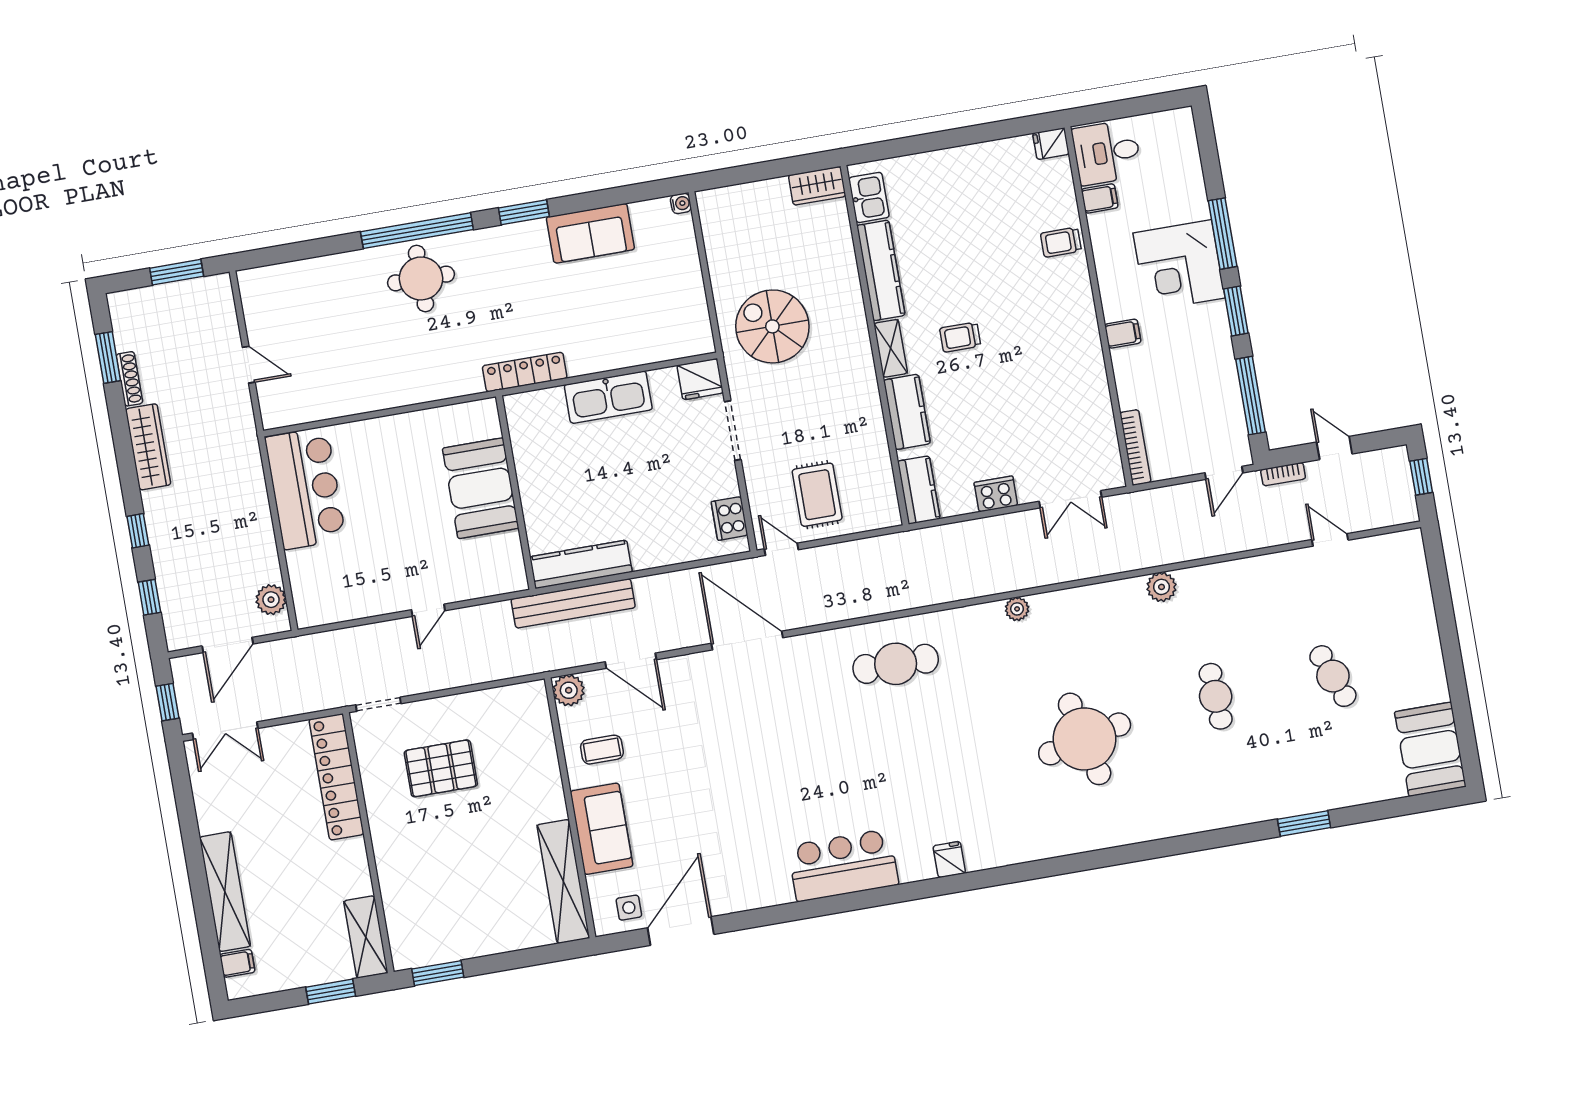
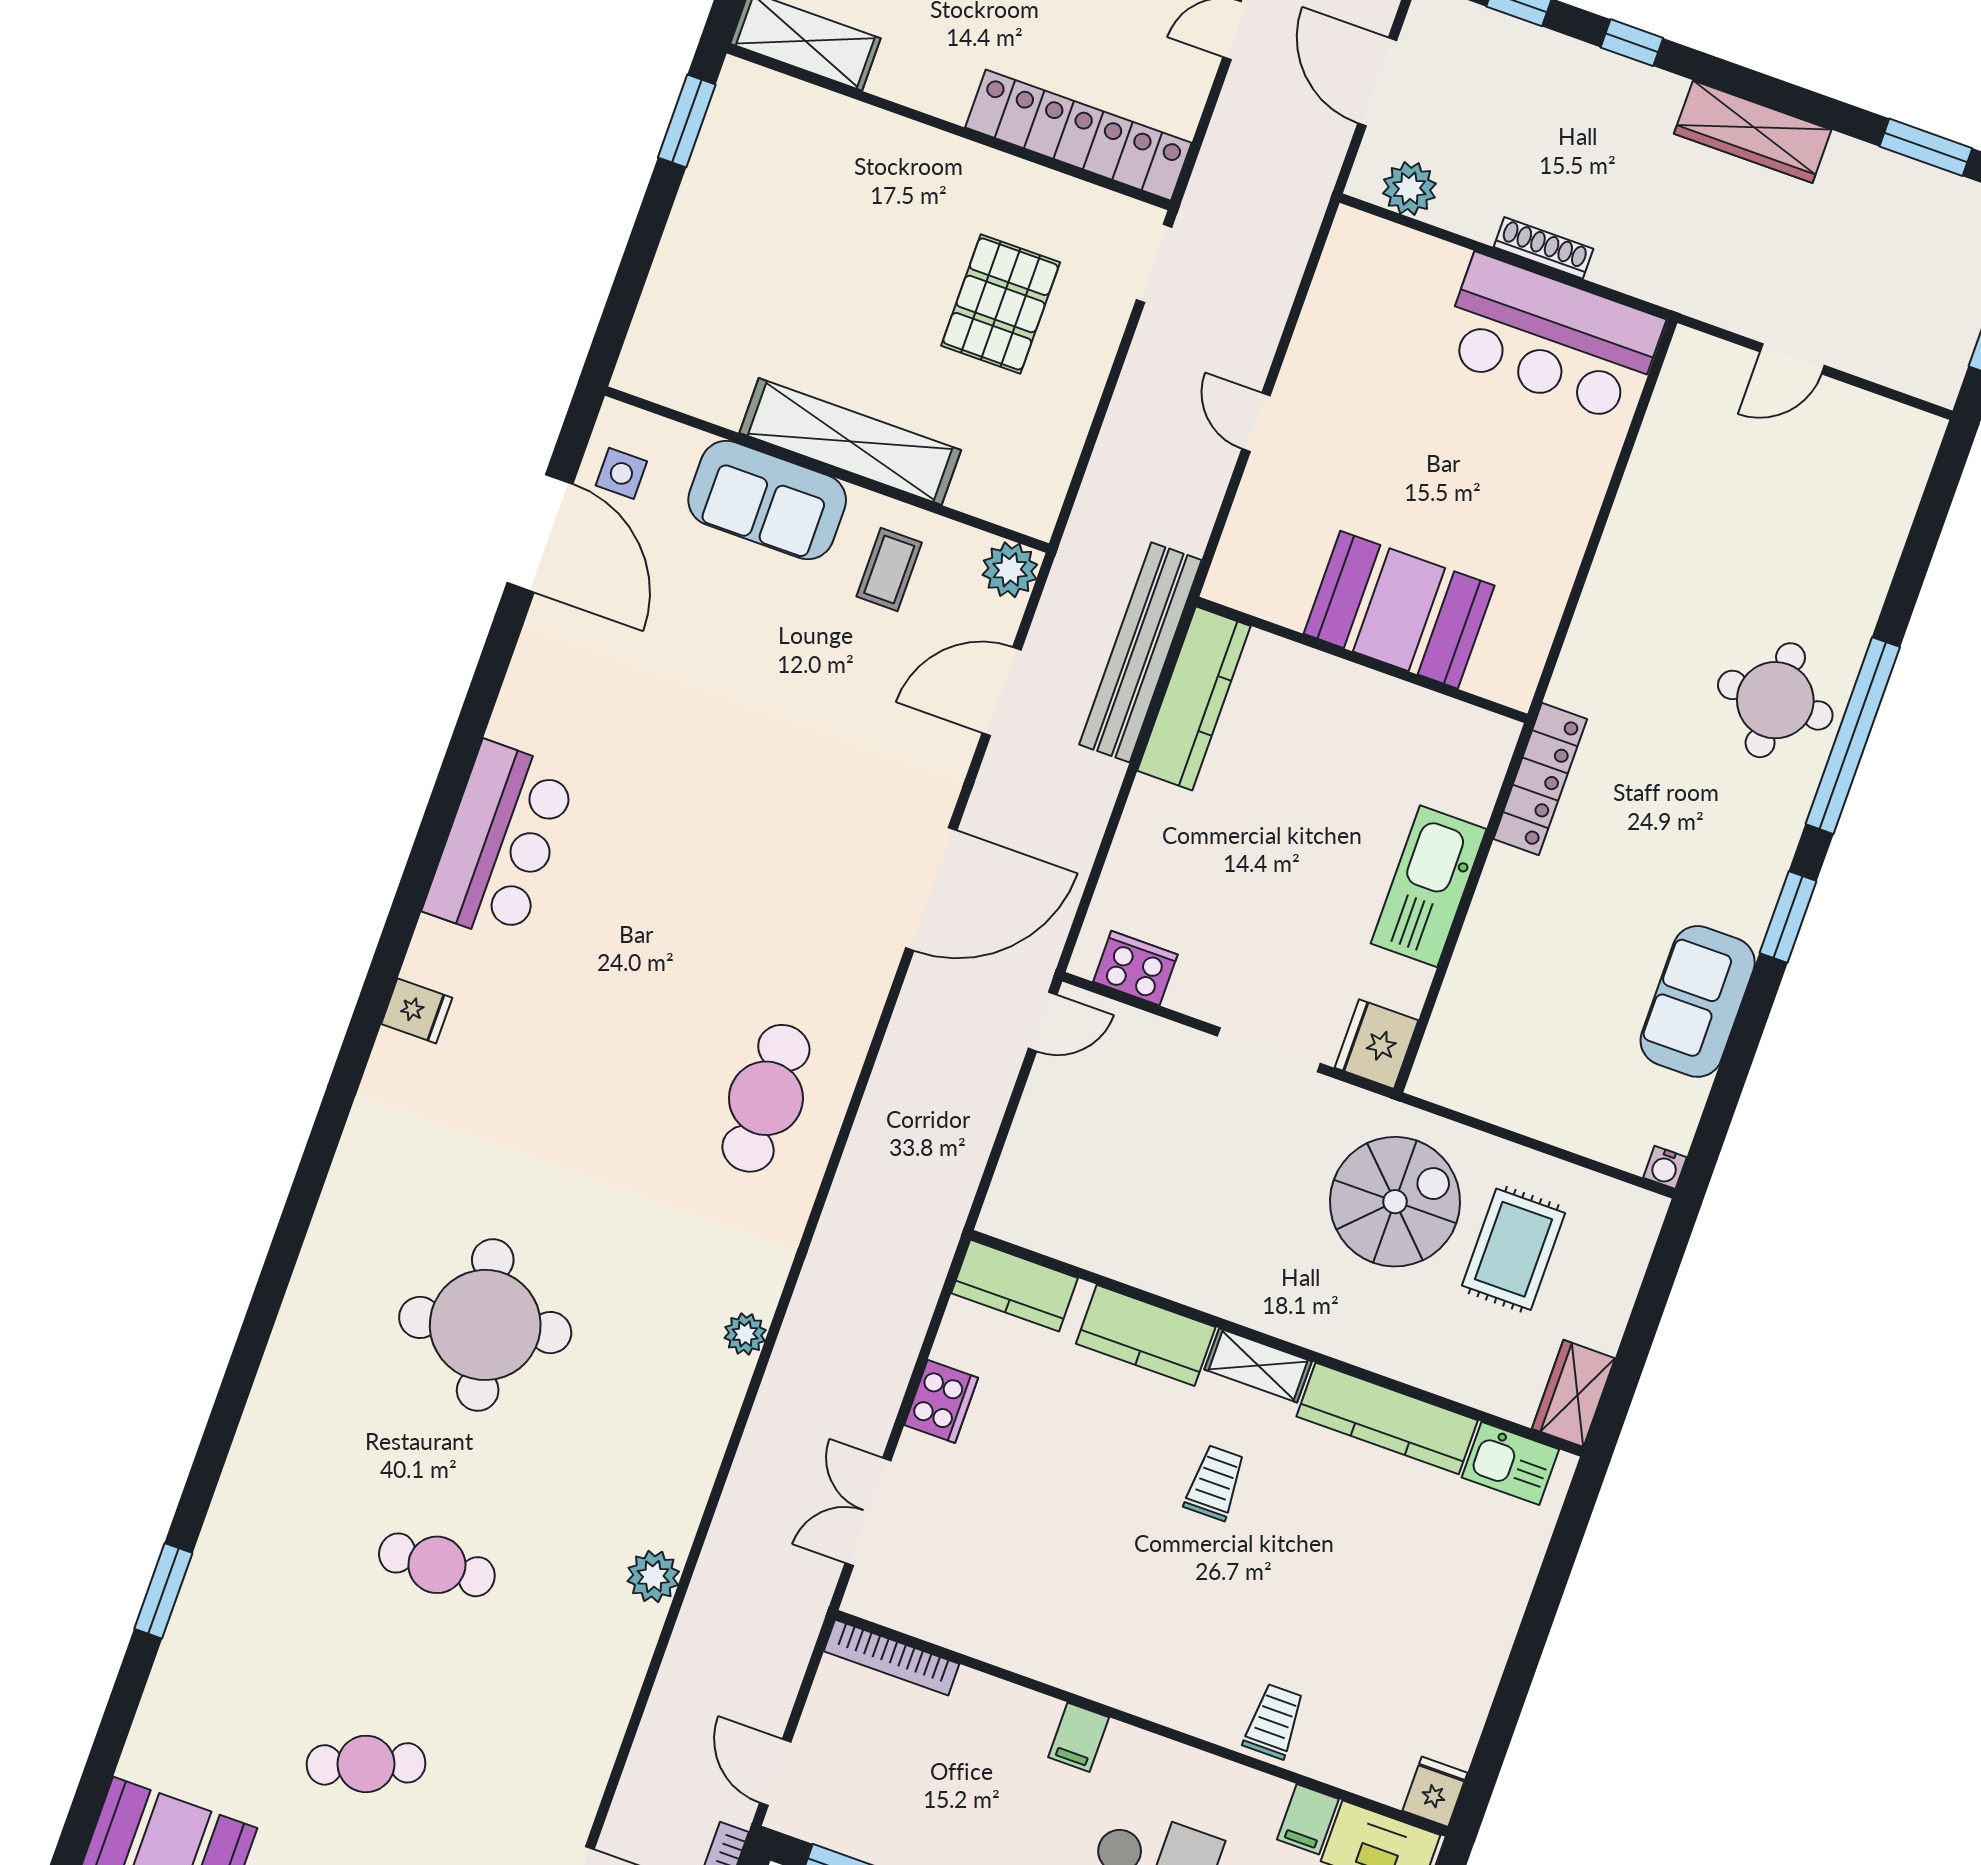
shoe rack: (129, 379) -> (1543, 248), moved, turned 180
rug: (817, 495) -> (1514, 1249), moved, turned 90
shelving: (563, 881) -> (850, 441), moved

